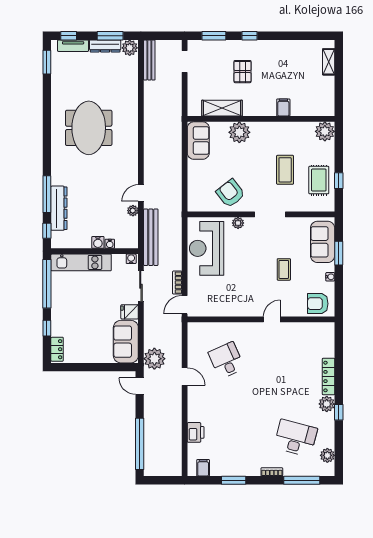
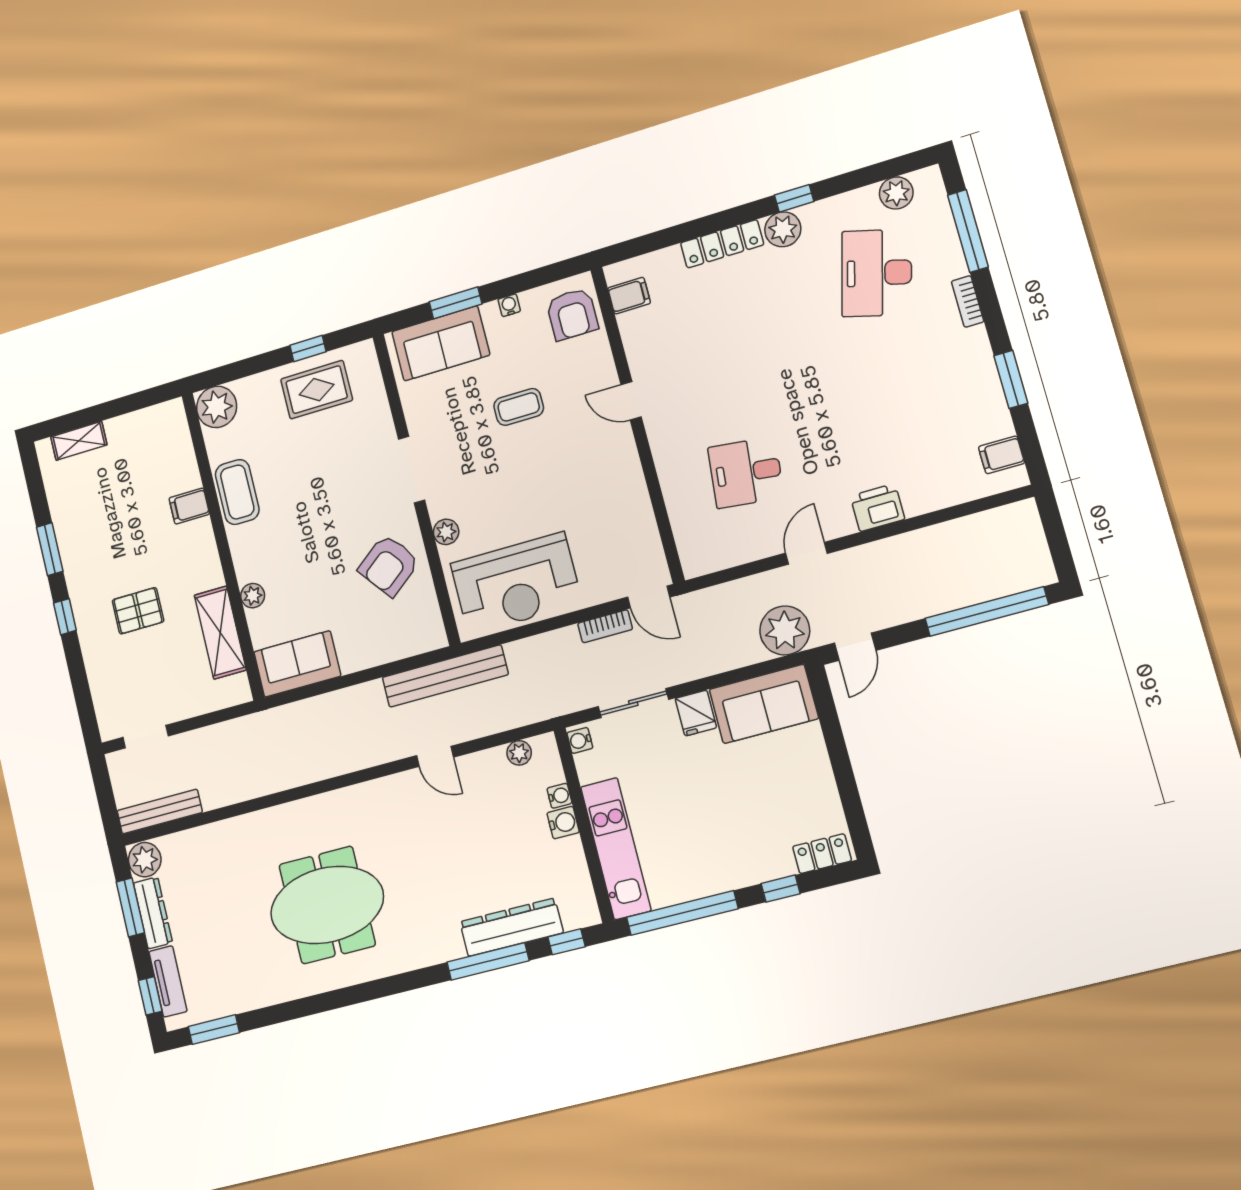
window: (214, 36) -> (50, 549), moved
plant: (239, 132) -> (253, 596), width x0.53, depth x0.53
coffee table: (285, 170) -> (237, 492), moved, turned 90
plant: (133, 211) -> (519, 753), moved
bench: (151, 237) -> (445, 676), moved
filing cabinet: (318, 331) -> (629, 296), added
desk: (226, 360) -> (746, 472), turned 30
printer: (196, 432) -> (877, 508), moved

